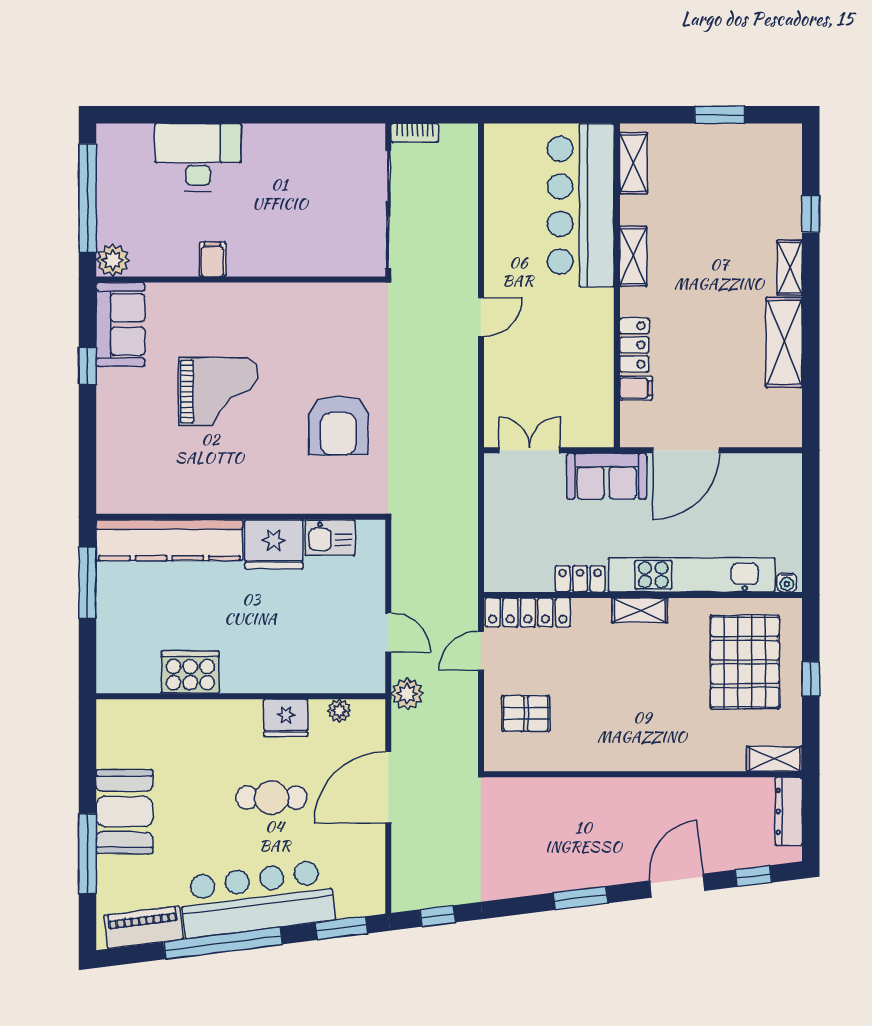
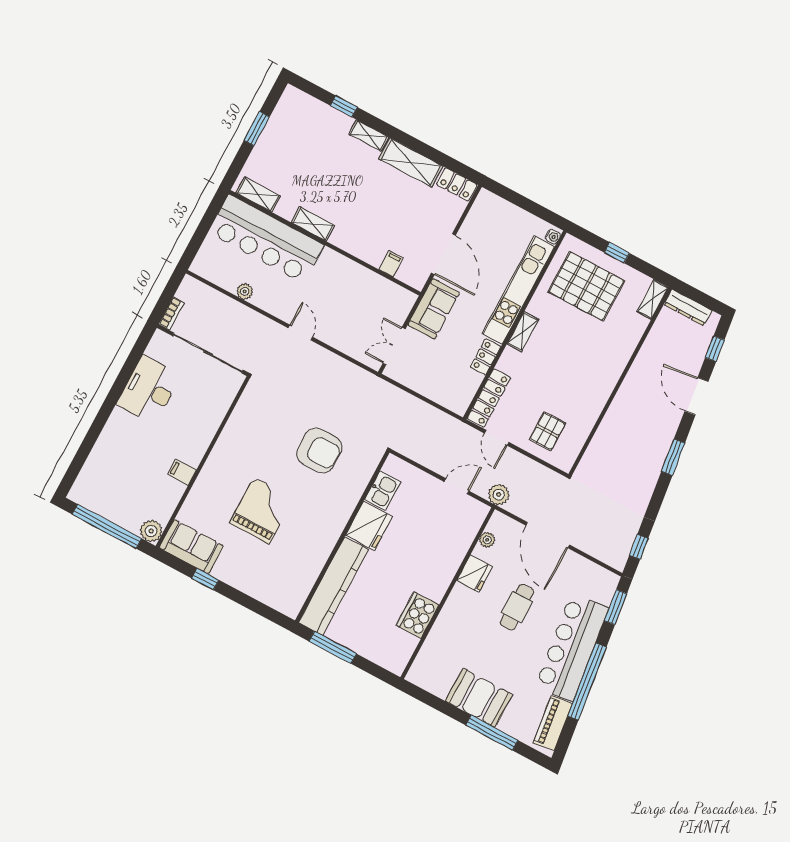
desk: (198, 157) -> (149, 390), moved
plant: (496, 214) -> (245, 291), added
locker: (634, 345) -> (457, 184), moved, turned 180

